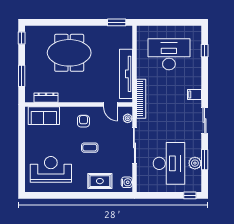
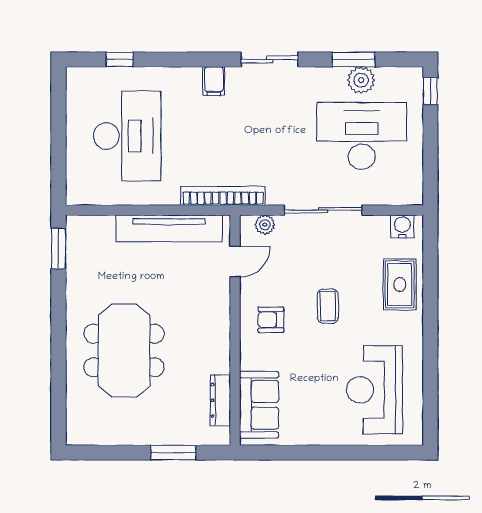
window: (22, 38) -> (92, 453), removed
desk: (169, 54) -> (127, 136), turned 180

